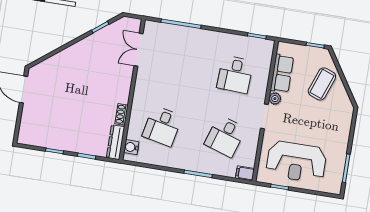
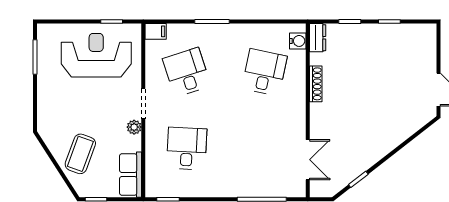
row of seats: (282, 73) -> (131, 175), moved
shoe rack: (121, 114) -> (316, 84), width x1.43
desk: (225, 136) -> (187, 72), turned -36
dresser: (115, 142) -> (318, 38), width x0.70

